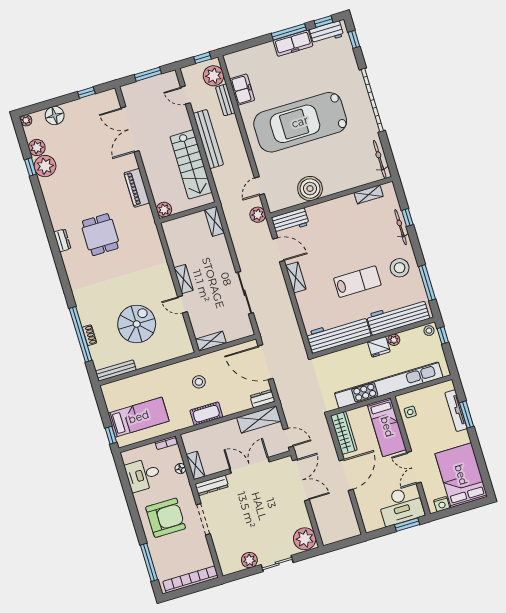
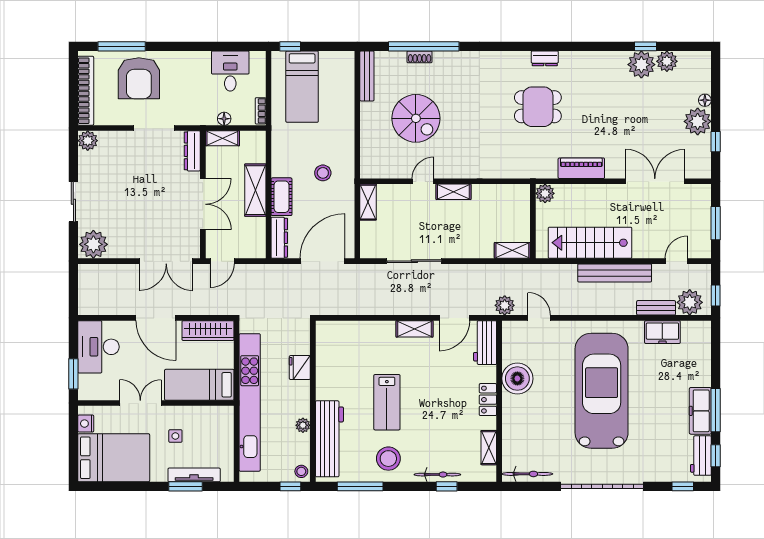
floor lamp: (55, 115) -> (705, 100), width x0.53, depth x0.53
plant: (26, 120) -> (698, 121), moved, width x1.87, depth x1.87
locker: (333, 206) -> (488, 400), added
workbench: (339, 334) -> (330, 360), removed
fridge: (379, 347) -> (300, 368), moved
dresser: (262, 399) -> (279, 238), width x1.44
side table: (410, 412) -> (175, 436), moved
cot: (206, 414) -> (281, 197), moved
shelving: (259, 419) -> (255, 190), moved
desk: (401, 506) -> (98, 347), moved
armchair: (166, 518) -> (139, 78), moved
plant: (249, 560) -> (88, 141), moved

